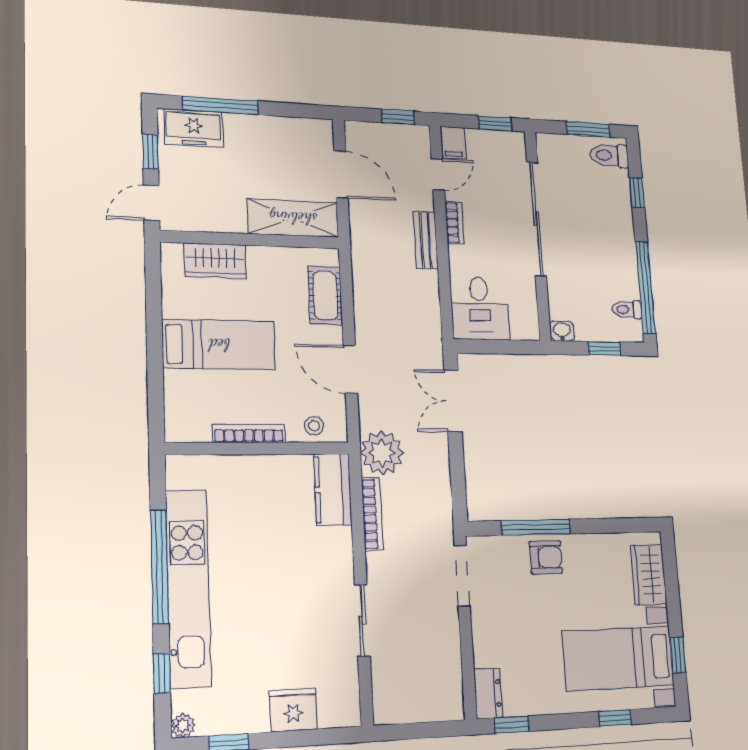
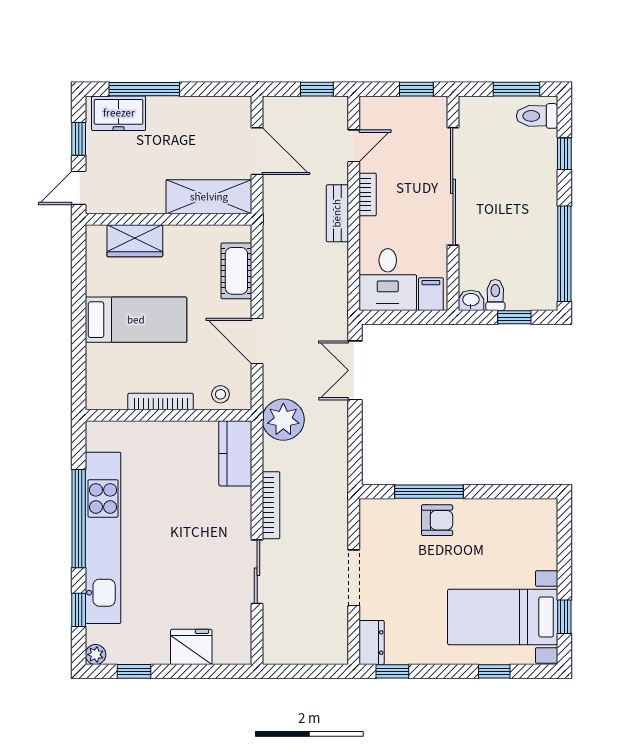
filing cabinet: (453, 143) -> (431, 294), moved, turned 180
toilet: (627, 310) -> (495, 295), moved, turned 90
bookcase: (372, 514) -> (271, 505), moved
wardrobe: (649, 575) -> (541, 540), removed
doorway: (462, 576) -> (354, 578), moved

